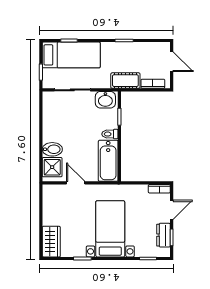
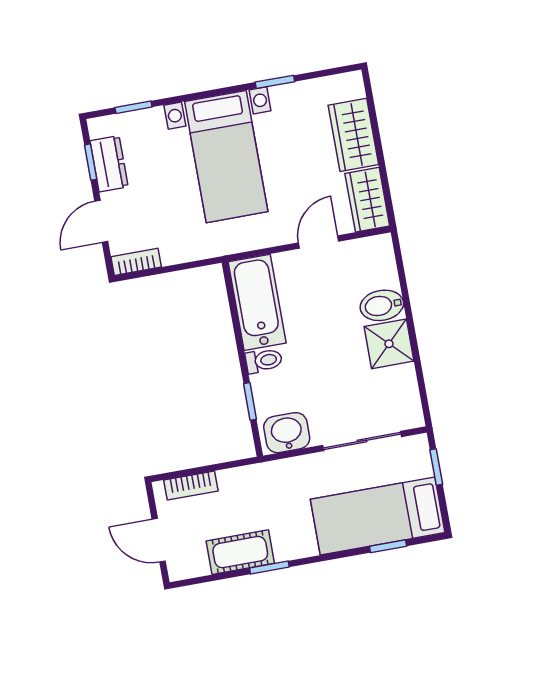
cot: (125, 81) -> (240, 552), moved
shower: (52, 167) -> (389, 344), moved
door: (76, 183) -> (319, 242), swing flipped
wardrobe: (50, 198) -> (367, 200), added
wardrobe: (51, 242) -> (353, 135), moved

